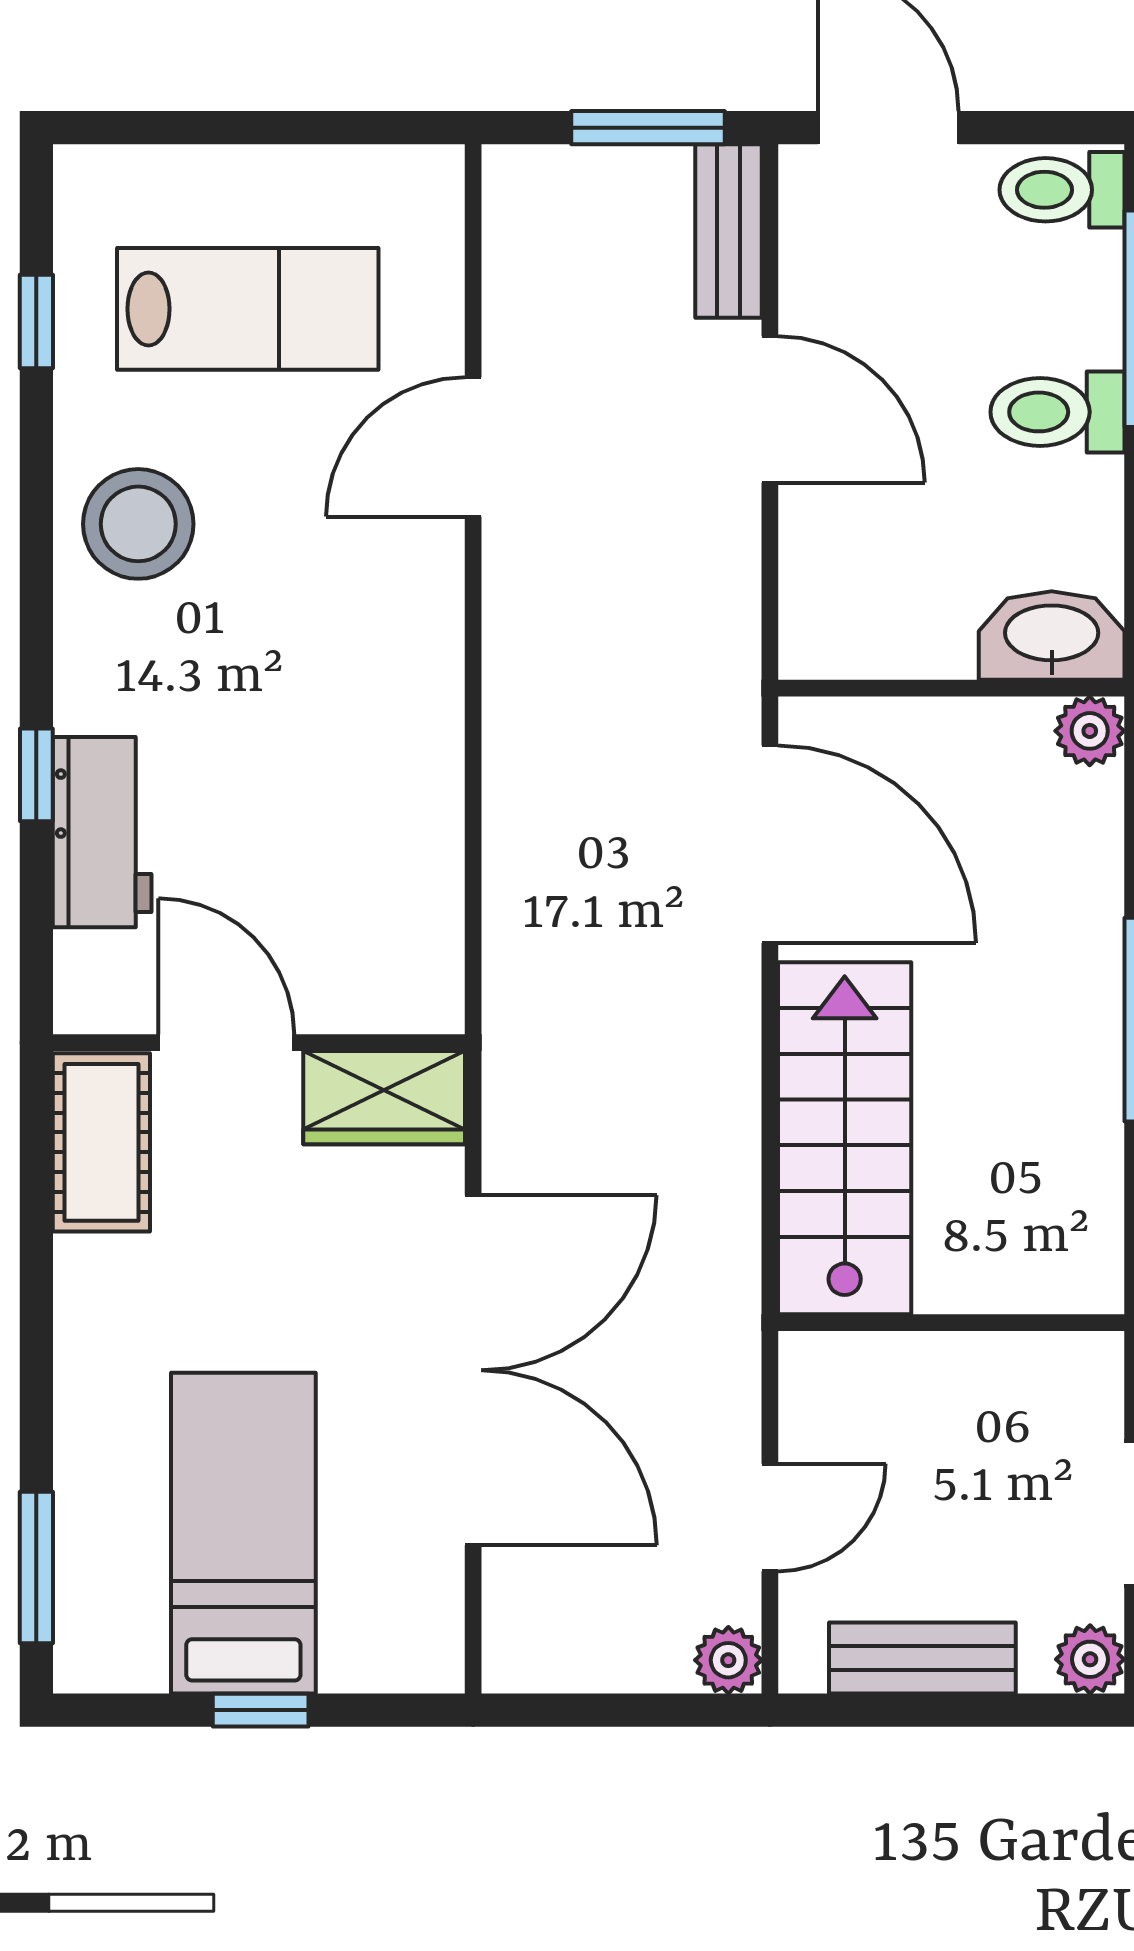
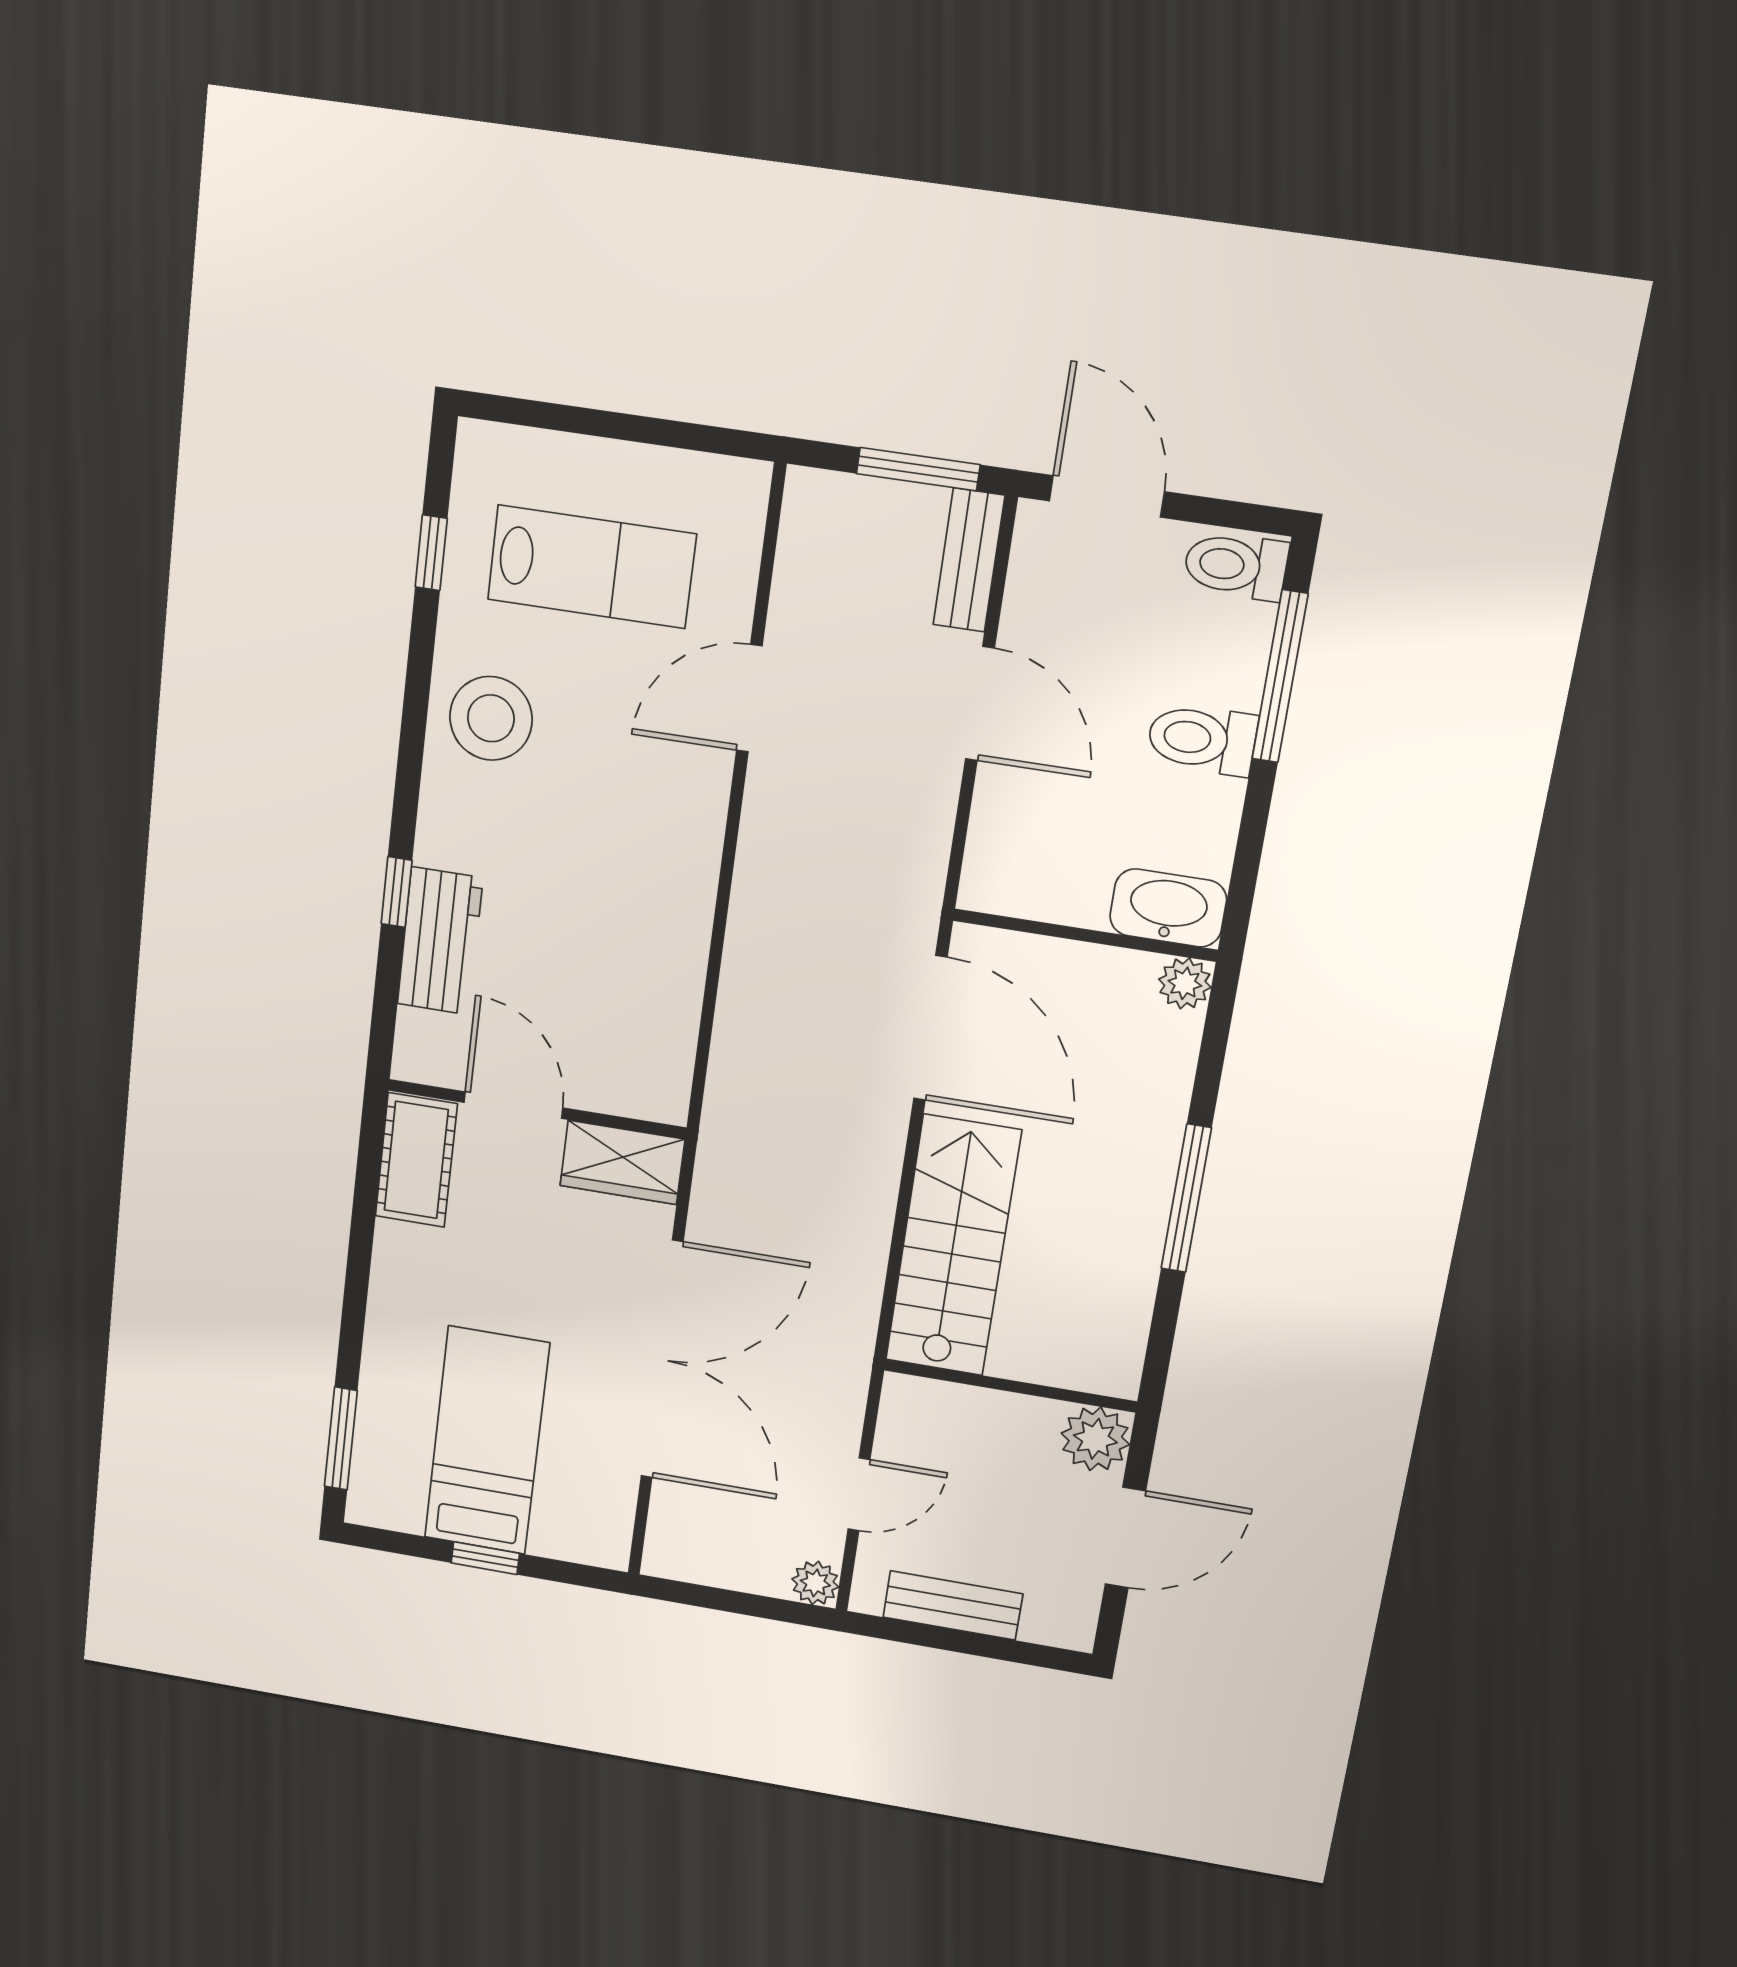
plant: (1090, 1659) -> (1095, 1439), moved, width x1.38, depth x1.38

